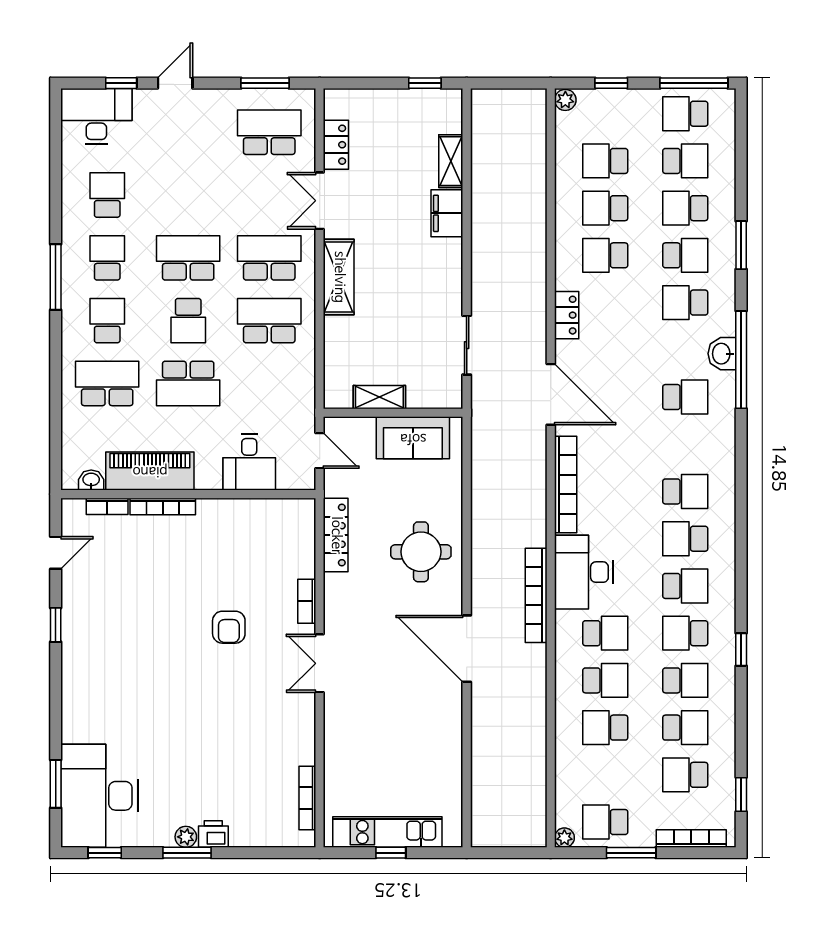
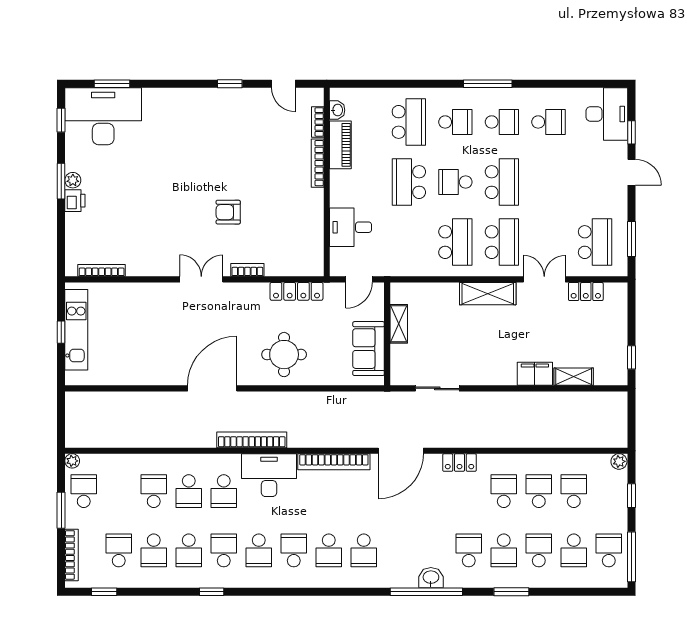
school desk: (685, 397) -> (364, 550), moved
piano: (150, 471) -> (340, 145), width x0.73, depth x0.75

